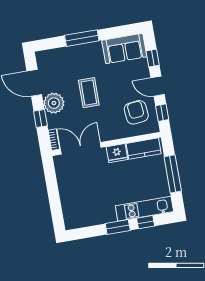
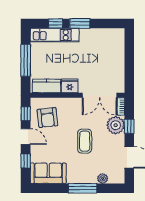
plant: (61, 53) -> (103, 178), added
plant: (54, 103) -> (116, 125), moved

